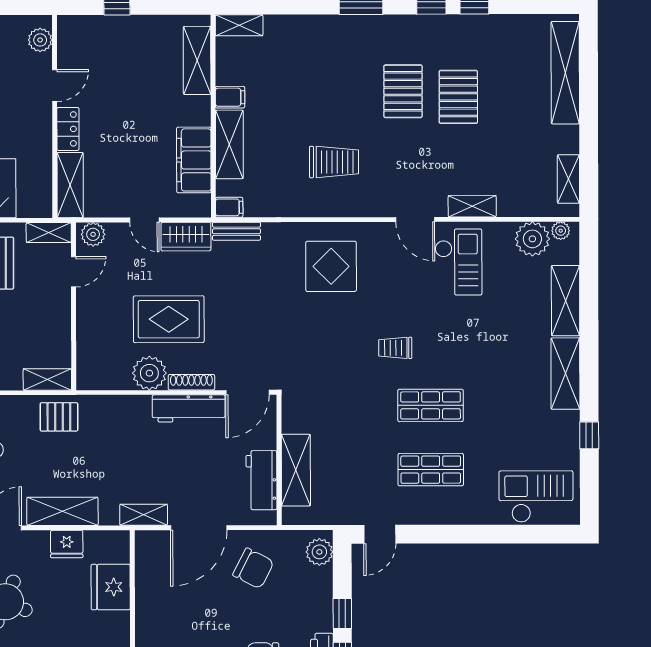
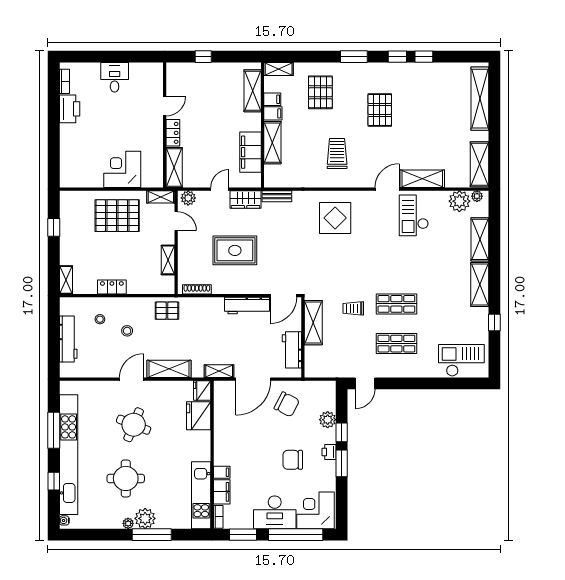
plant: (40, 40) -> (156, 78), removed
pallet: (458, 97) -> (320, 92), moved
trolley: (334, 162) -> (337, 154), turned -90
shelving: (568, 179) -> (480, 164), width x1.50, depth x1.33
shelving: (472, 206) -> (422, 179), width x1.50, depth x1.33
filing cabinet: (229, 207) -> (272, 99), moved
door: (415, 219) -> (387, 189), swing flipped
door: (144, 220) -> (220, 189), swing flipped
checkout: (458, 262) -> (414, 215), turned 180
door: (74, 272) -> (176, 221), hinge flipped
trolley: (395, 348) -> (353, 308), moved
plant: (149, 373) -> (223, 284), removed
shelving: (47, 380) -> (168, 260), moved, turned 90
shoe rack: (191, 382) -> (197, 289), moved
shelving: (296, 470) -> (313, 323), moved
fridge: (67, 544) -> (202, 390), moved, turned 90
plant: (319, 552) -> (328, 420), moved

